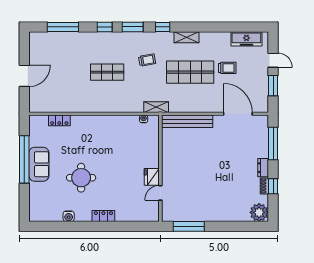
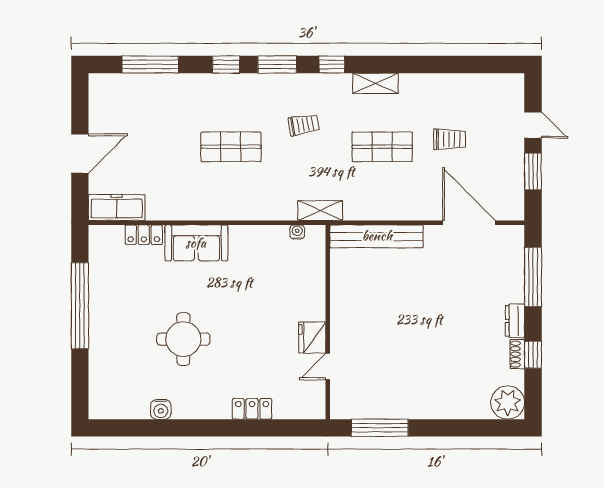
freezer: (246, 39) -> (117, 207), moved, turned 180
shop shelf: (190, 72) -> (382, 147), width x0.70, depth x0.74
sofa: (39, 164) -> (196, 243), moved, turned 90
locker: (103, 216) -> (252, 409), moved

